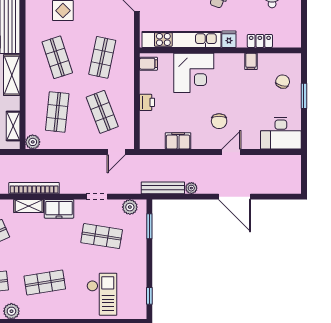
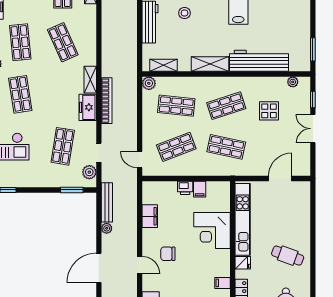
filing cabinet: (148, 64) -> (200, 189), moved
bookcase: (34, 188) -> (107, 101), moved
doorway: (97, 197) -> (99, 153), moved

